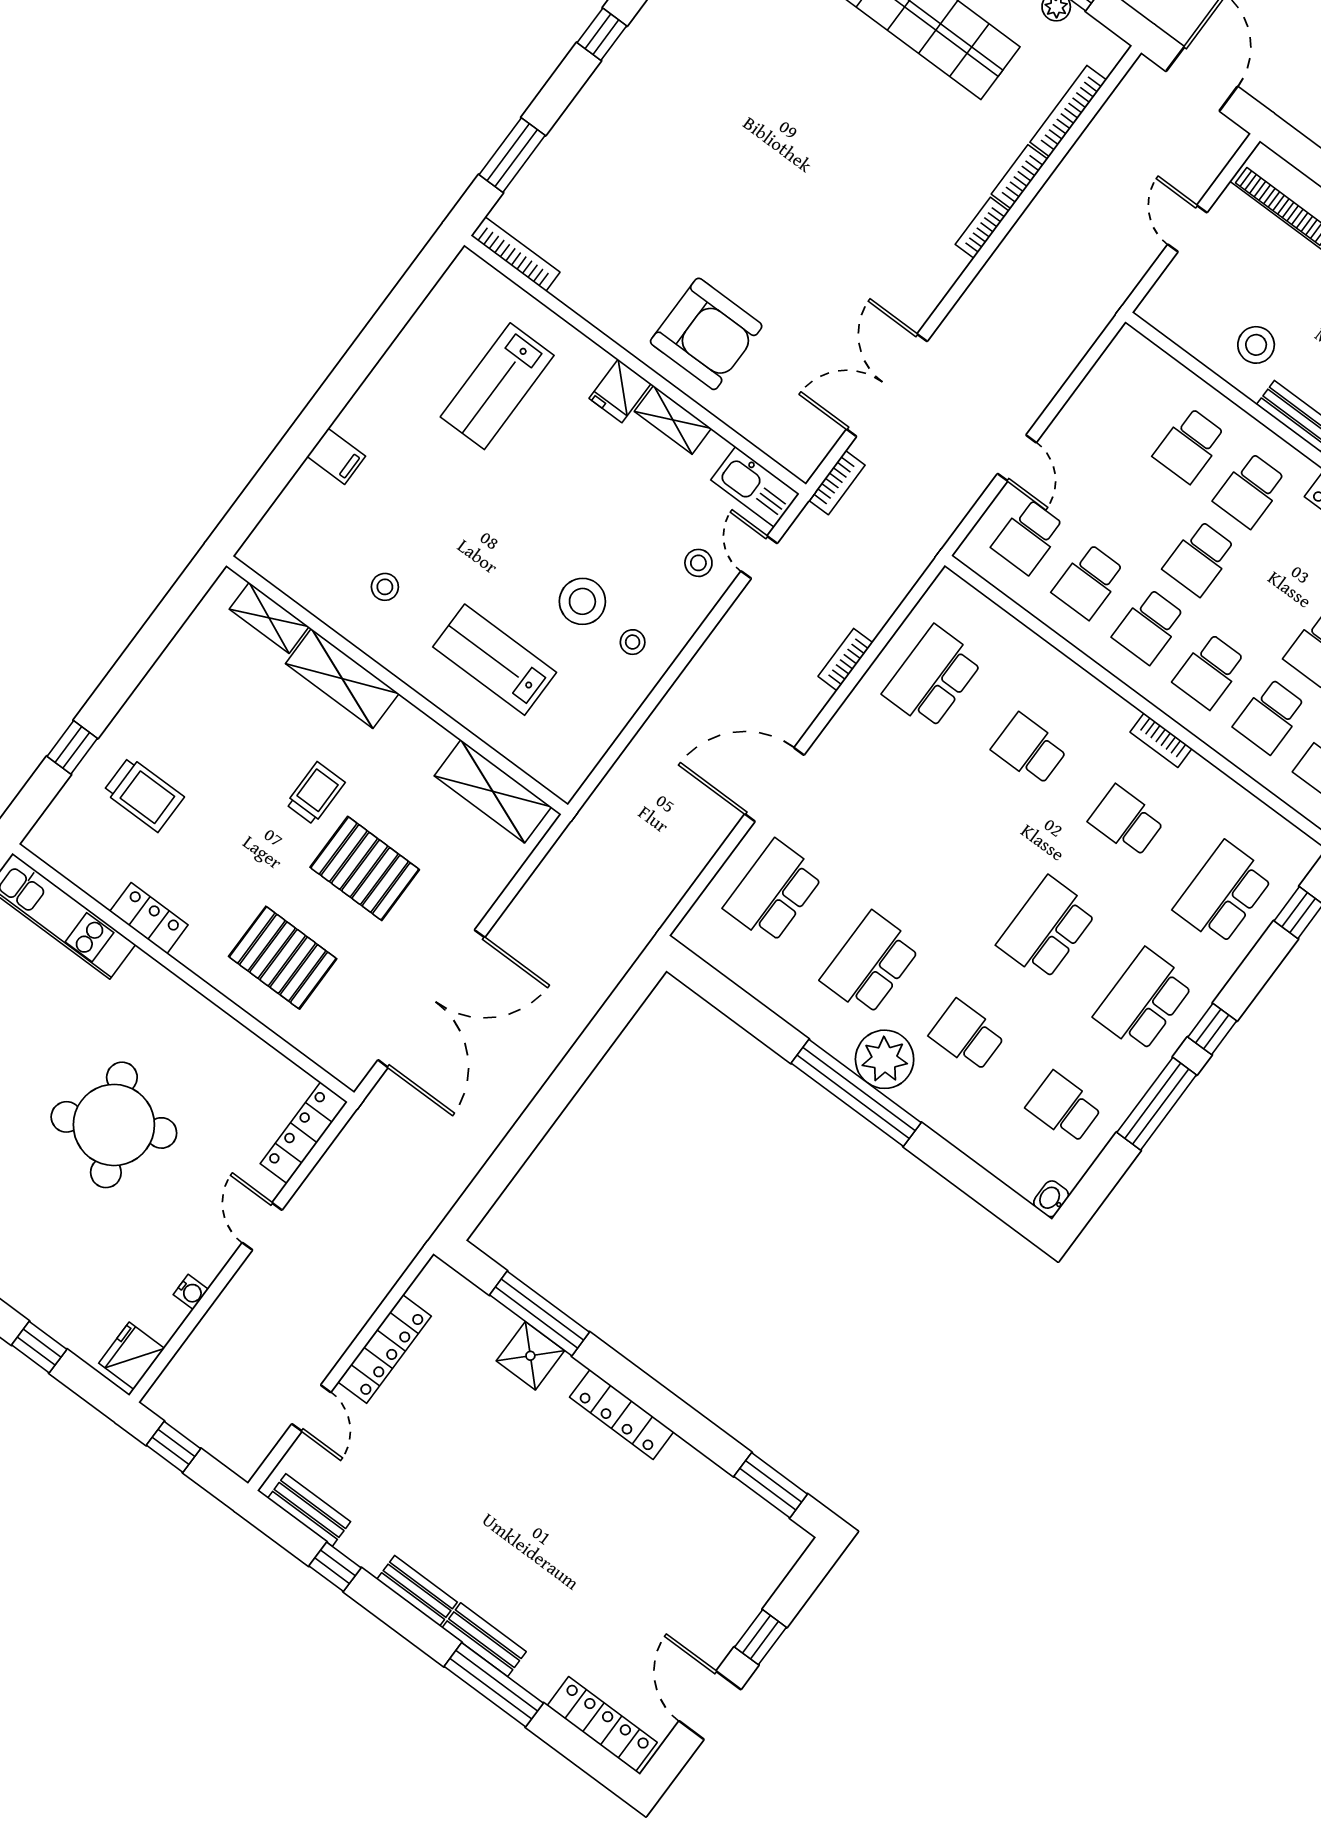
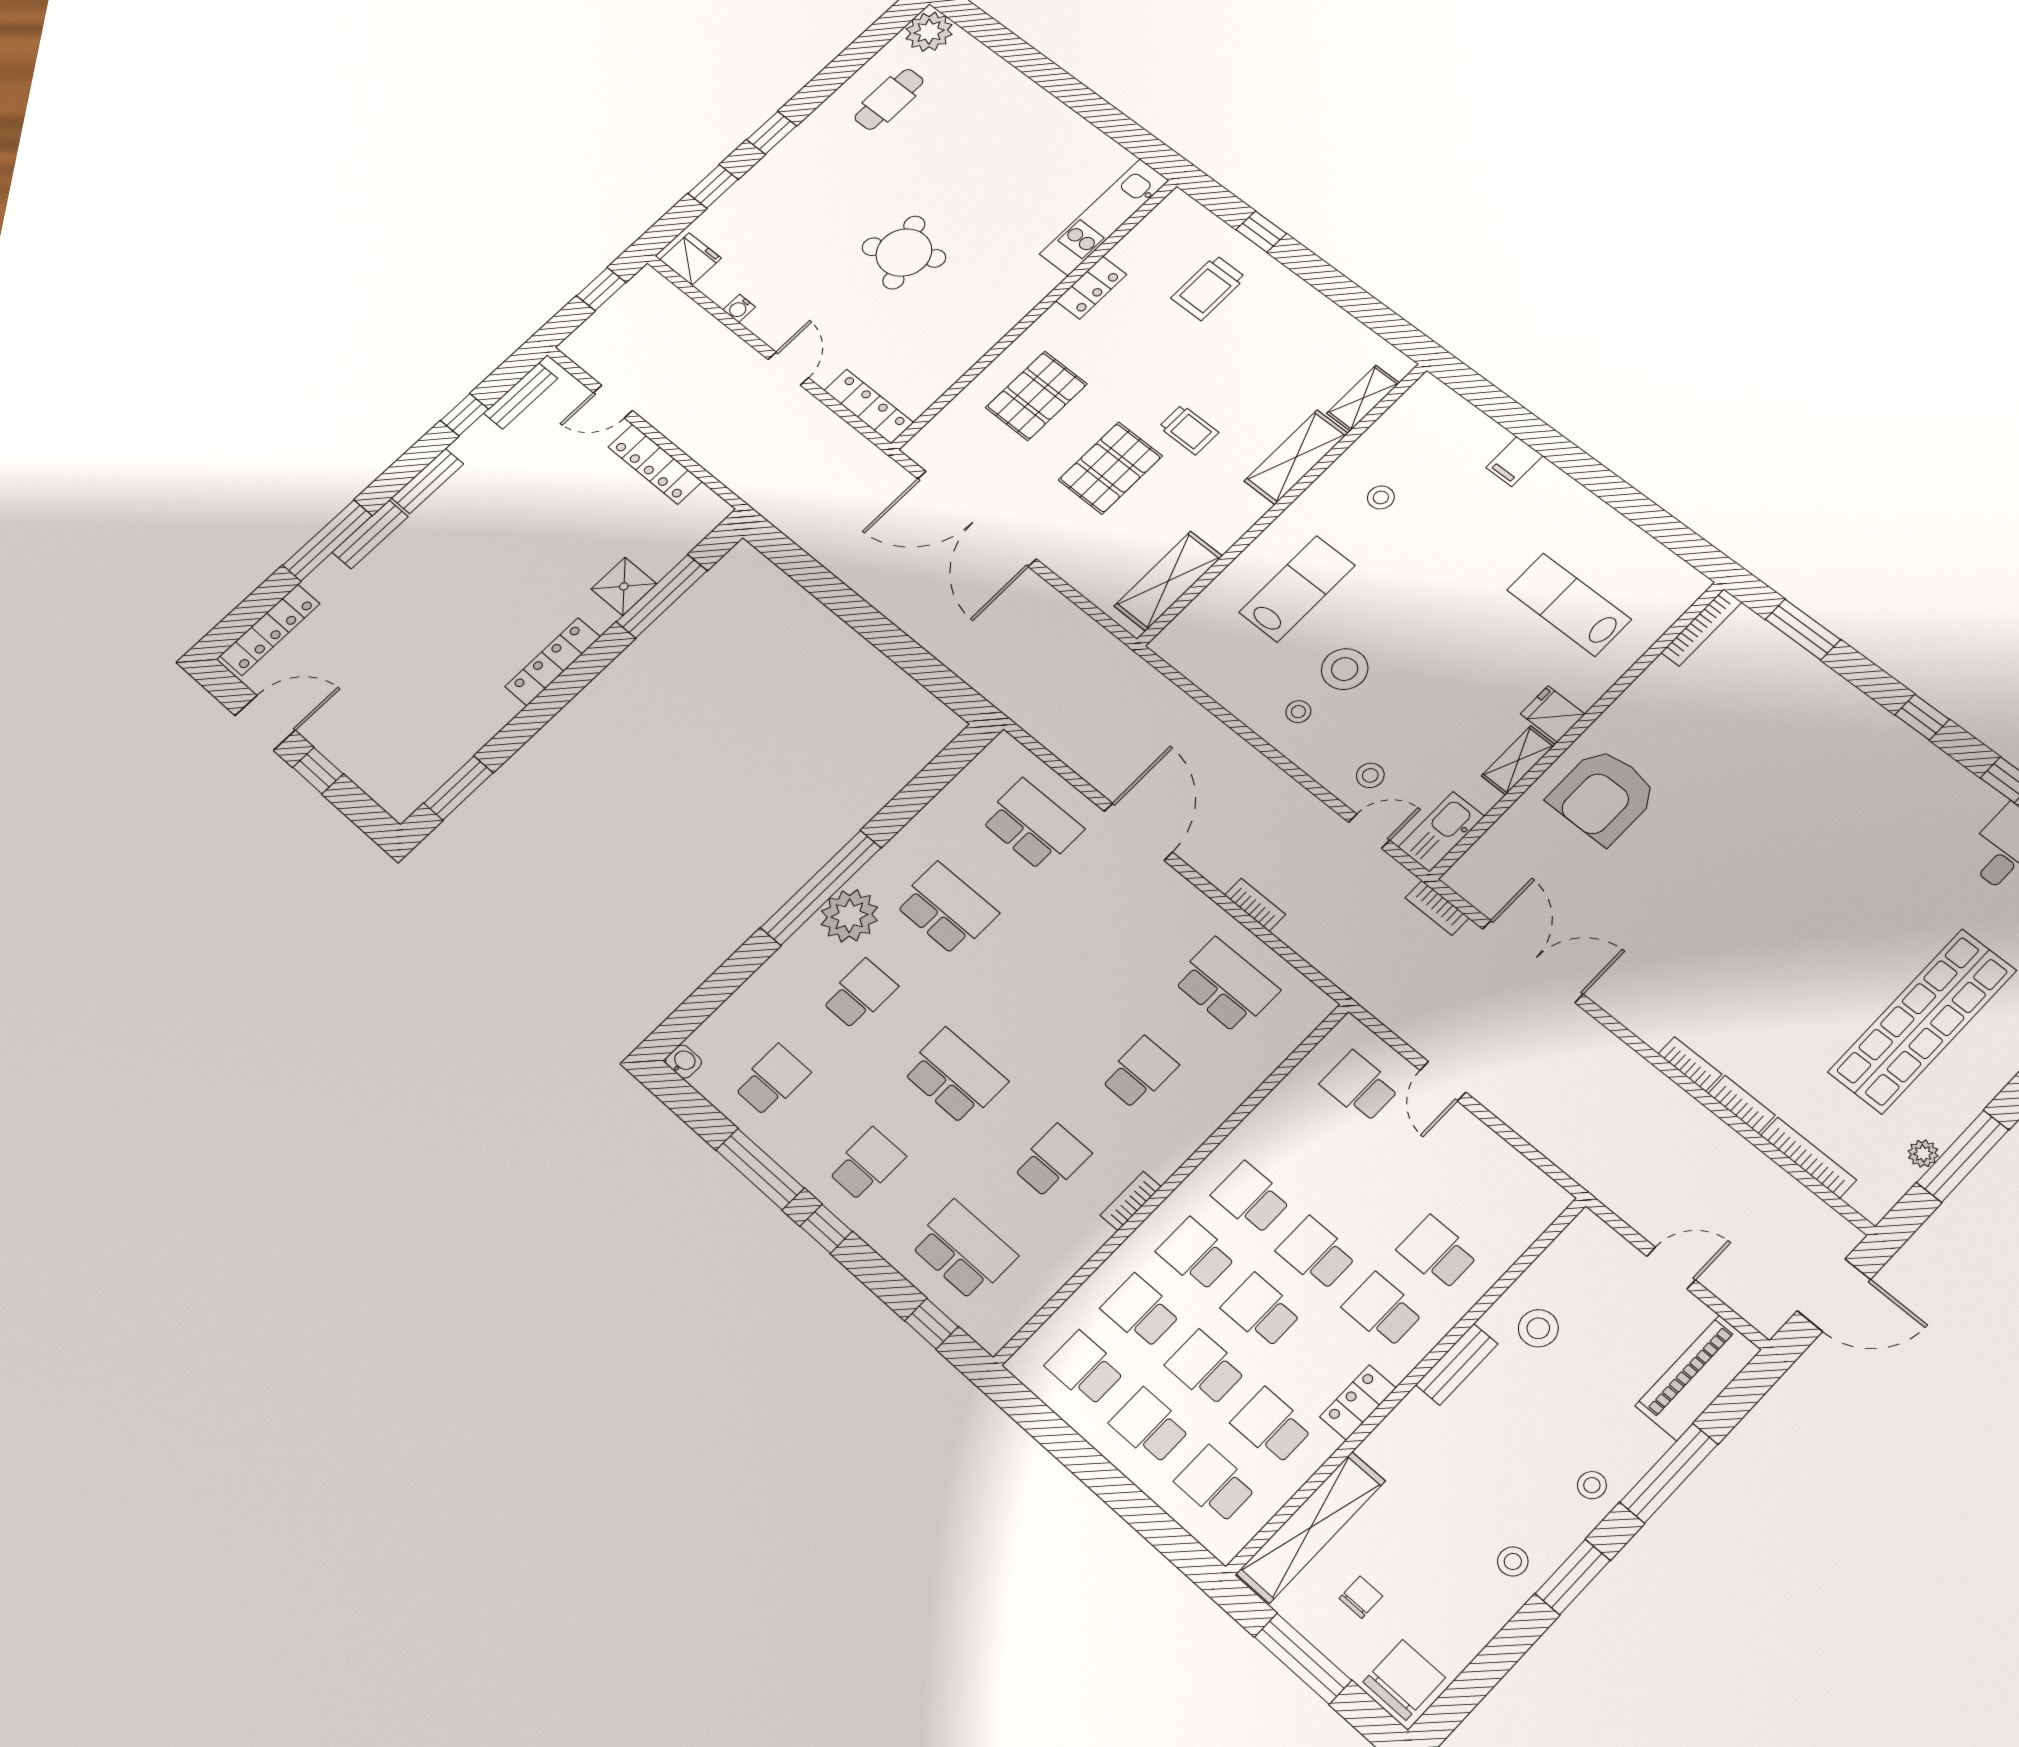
door: (1017, 458) -> (1443, 1081), hinge flipped
school desk: (1089, 581) -> (1261, 1310), moved
school desk: (1144, 1000) -> (867, 1164), width x0.54
round table: (114, 1125) -> (904, 253), width x0.73, depth x0.73
door: (262, 1226) -> (788, 369), hinge flipped

